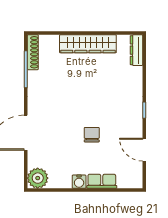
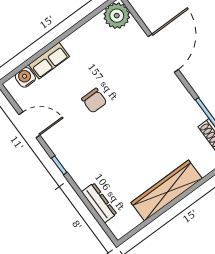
dresser: (136, 50) -> (99, 203), moved
water cooler: (79, 182) -> (25, 77), moved

